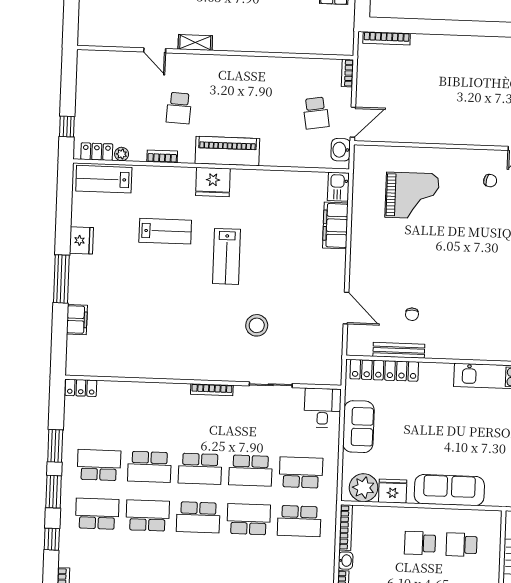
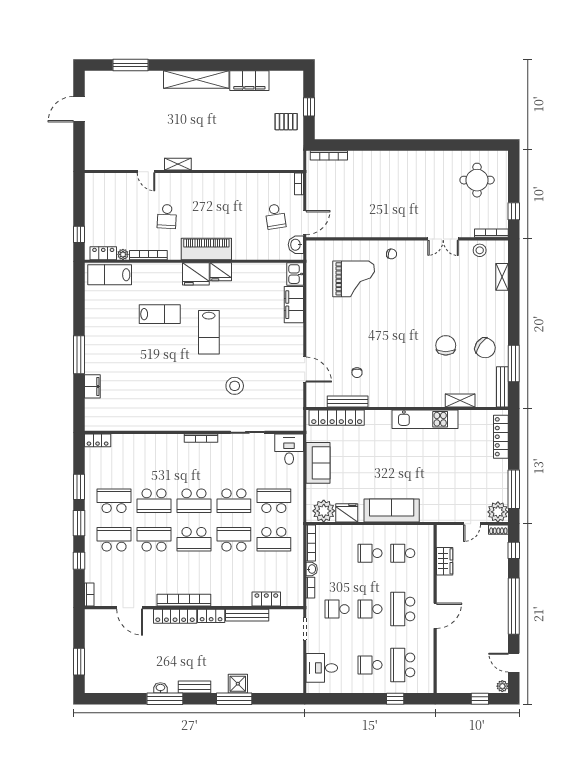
bookcase: (162, 156) -> (148, 255), width x1.56
chair: (490, 181) -> (392, 254), moved
fridge: (81, 240) -> (221, 272), moved, turned 90

